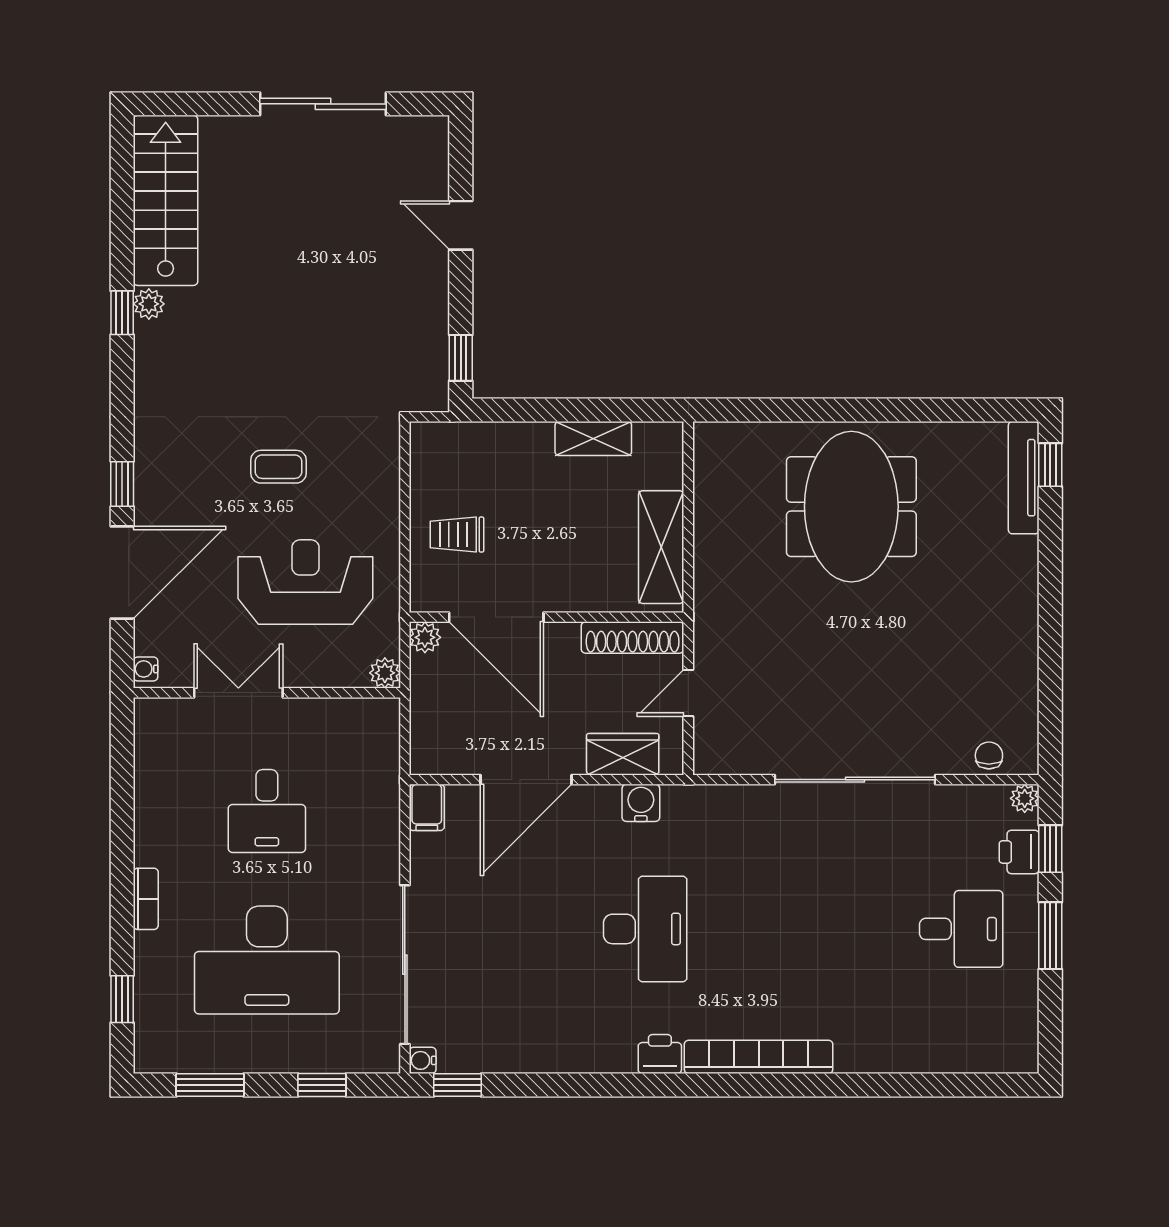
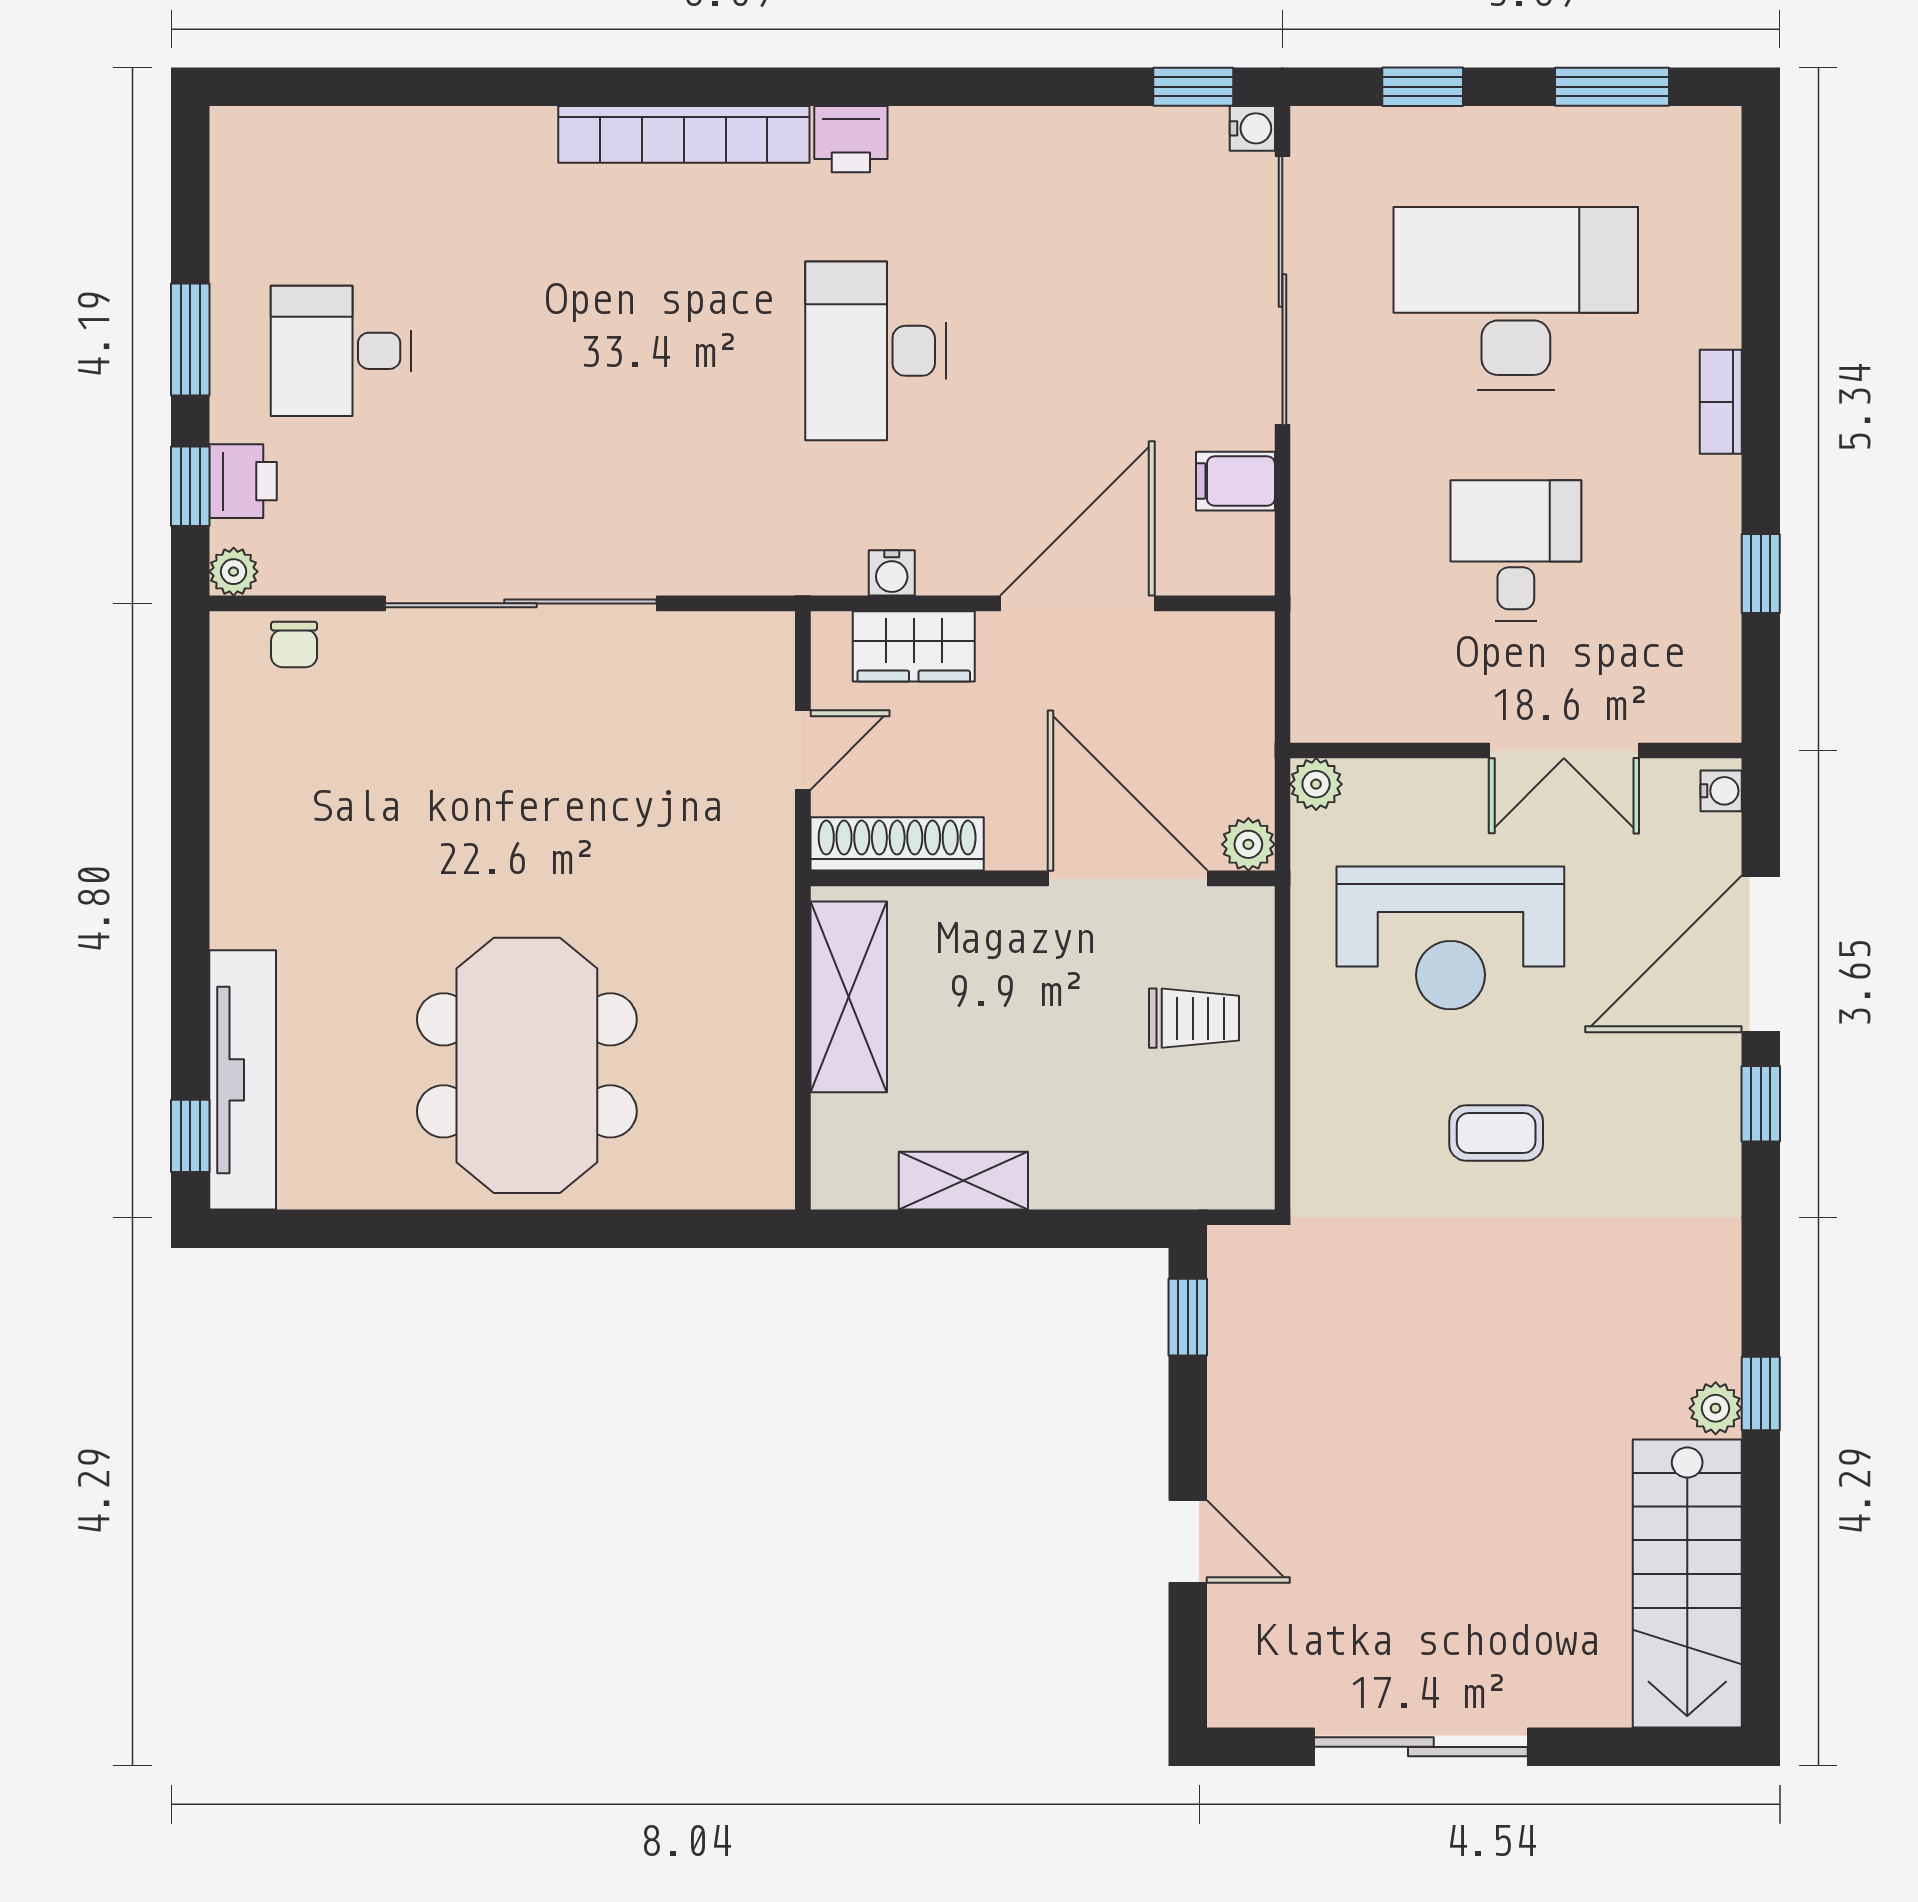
tv unit: (1024, 478) -> (243, 1080), width x1.36, depth x1.29
water cooler: (641, 803) -> (892, 573), width x0.72, depth x0.72
filing cabinet: (427, 807) -> (1235, 481), moved, turned -90
window: (122, 999) -> (1761, 574), moved

